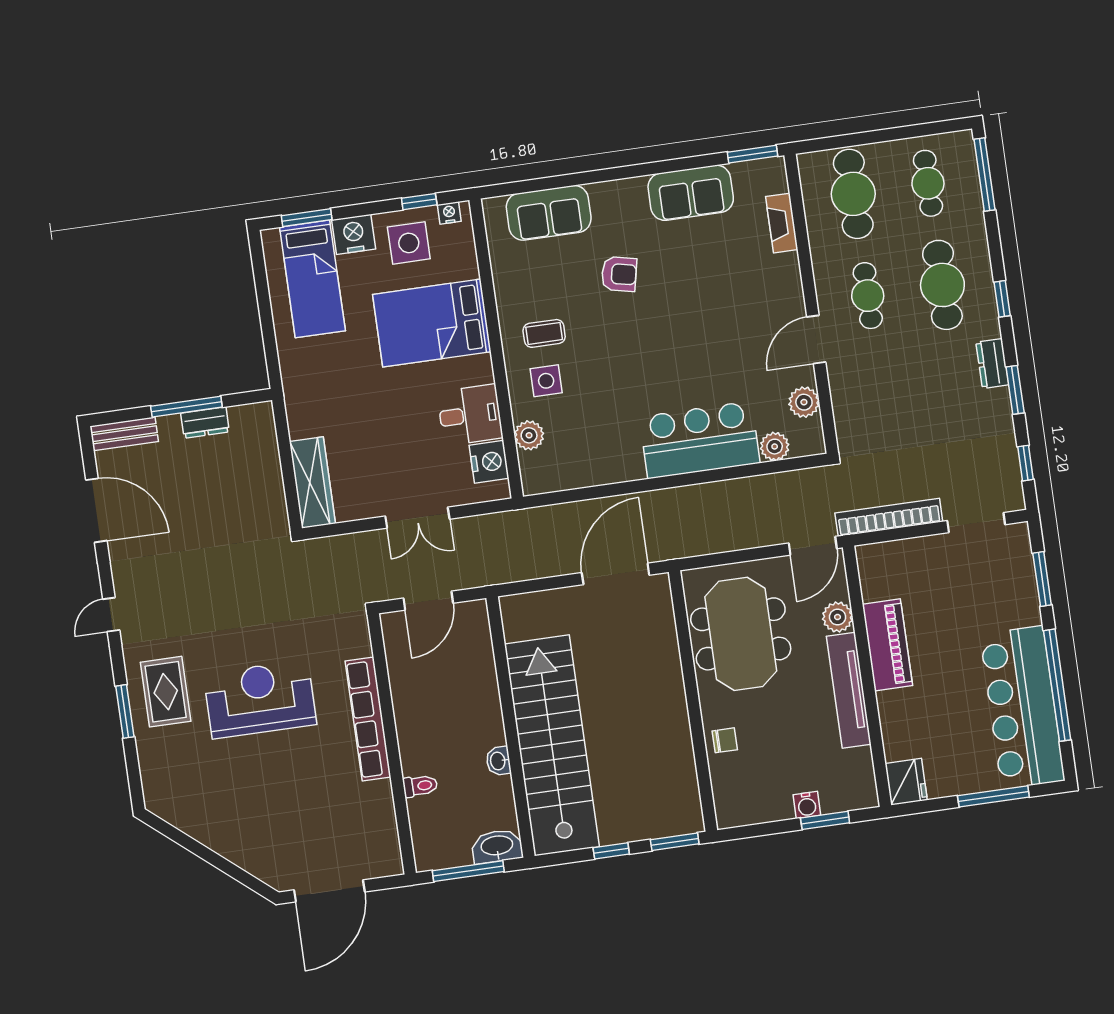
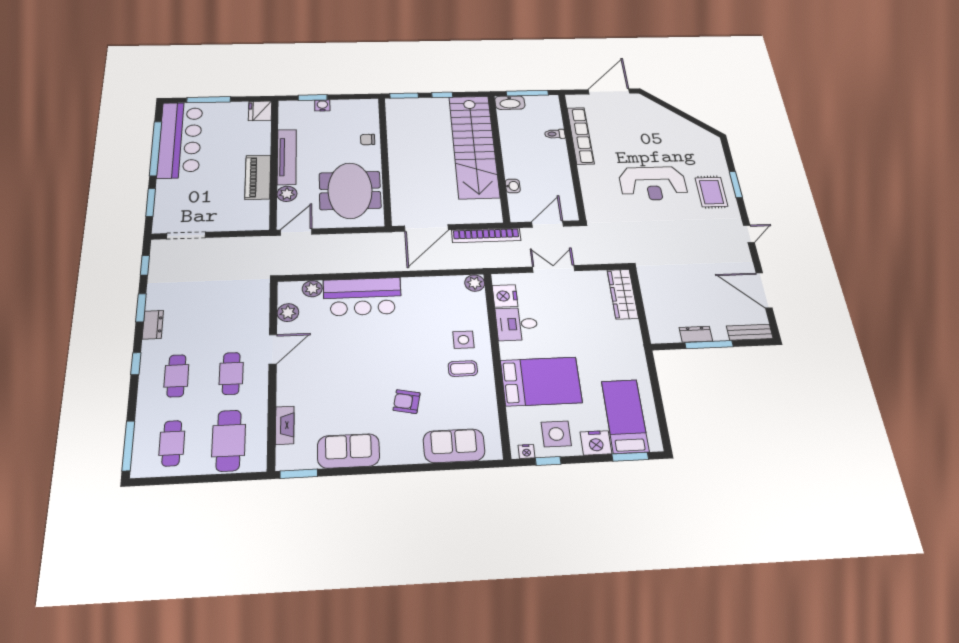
cafe table: (942, 285) -> (176, 376), width x0.73, depth x0.74
plant: (529, 435) -> (475, 283), moved
bookcase: (889, 517) -> (486, 235), moved
row of seats: (368, 719) -> (580, 136), moved
washbasin: (498, 761) -> (513, 186), moved

